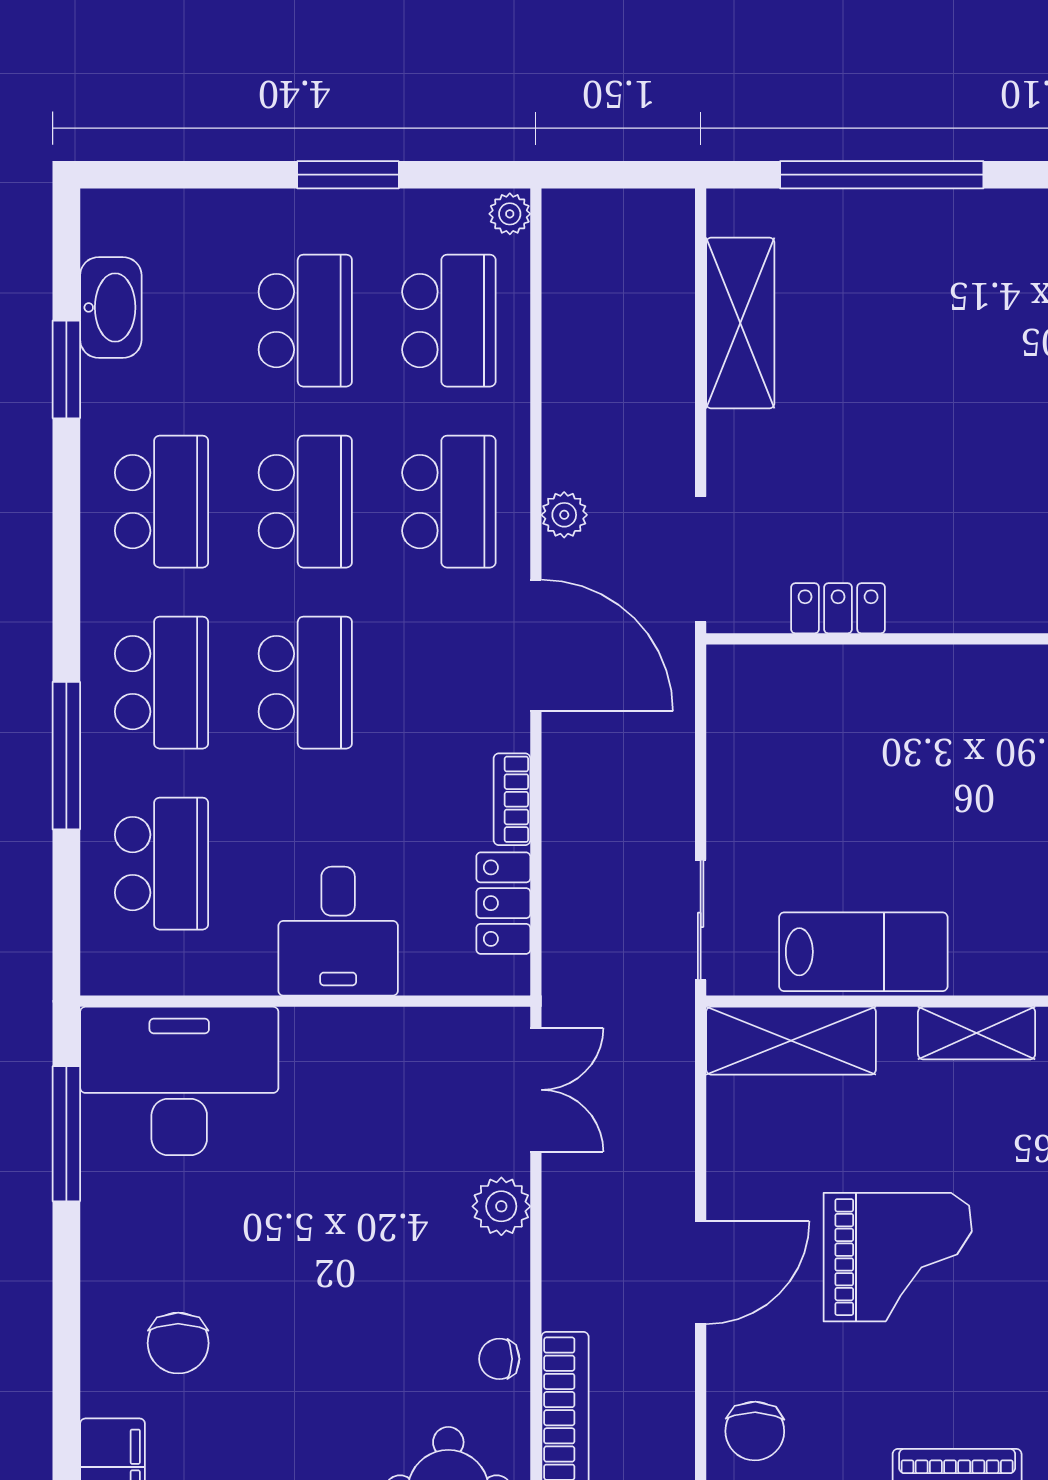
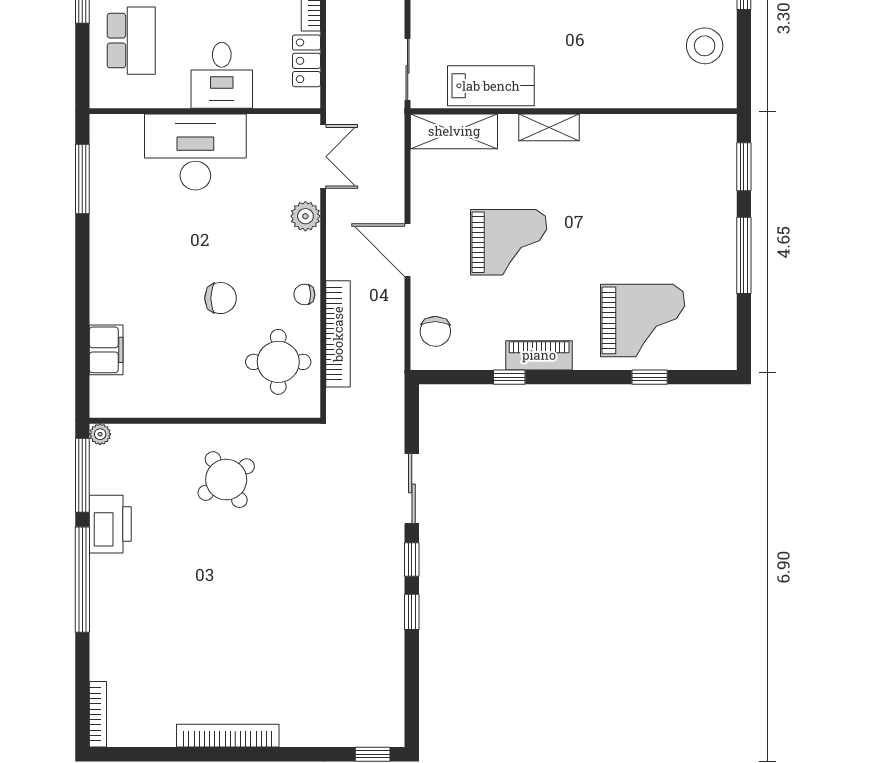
desk: (179, 1081) -> (195, 152), moved
door: (701, 1273) -> (408, 250), swing flipped
chair: (178, 1343) -> (221, 298), moved, turned -90

